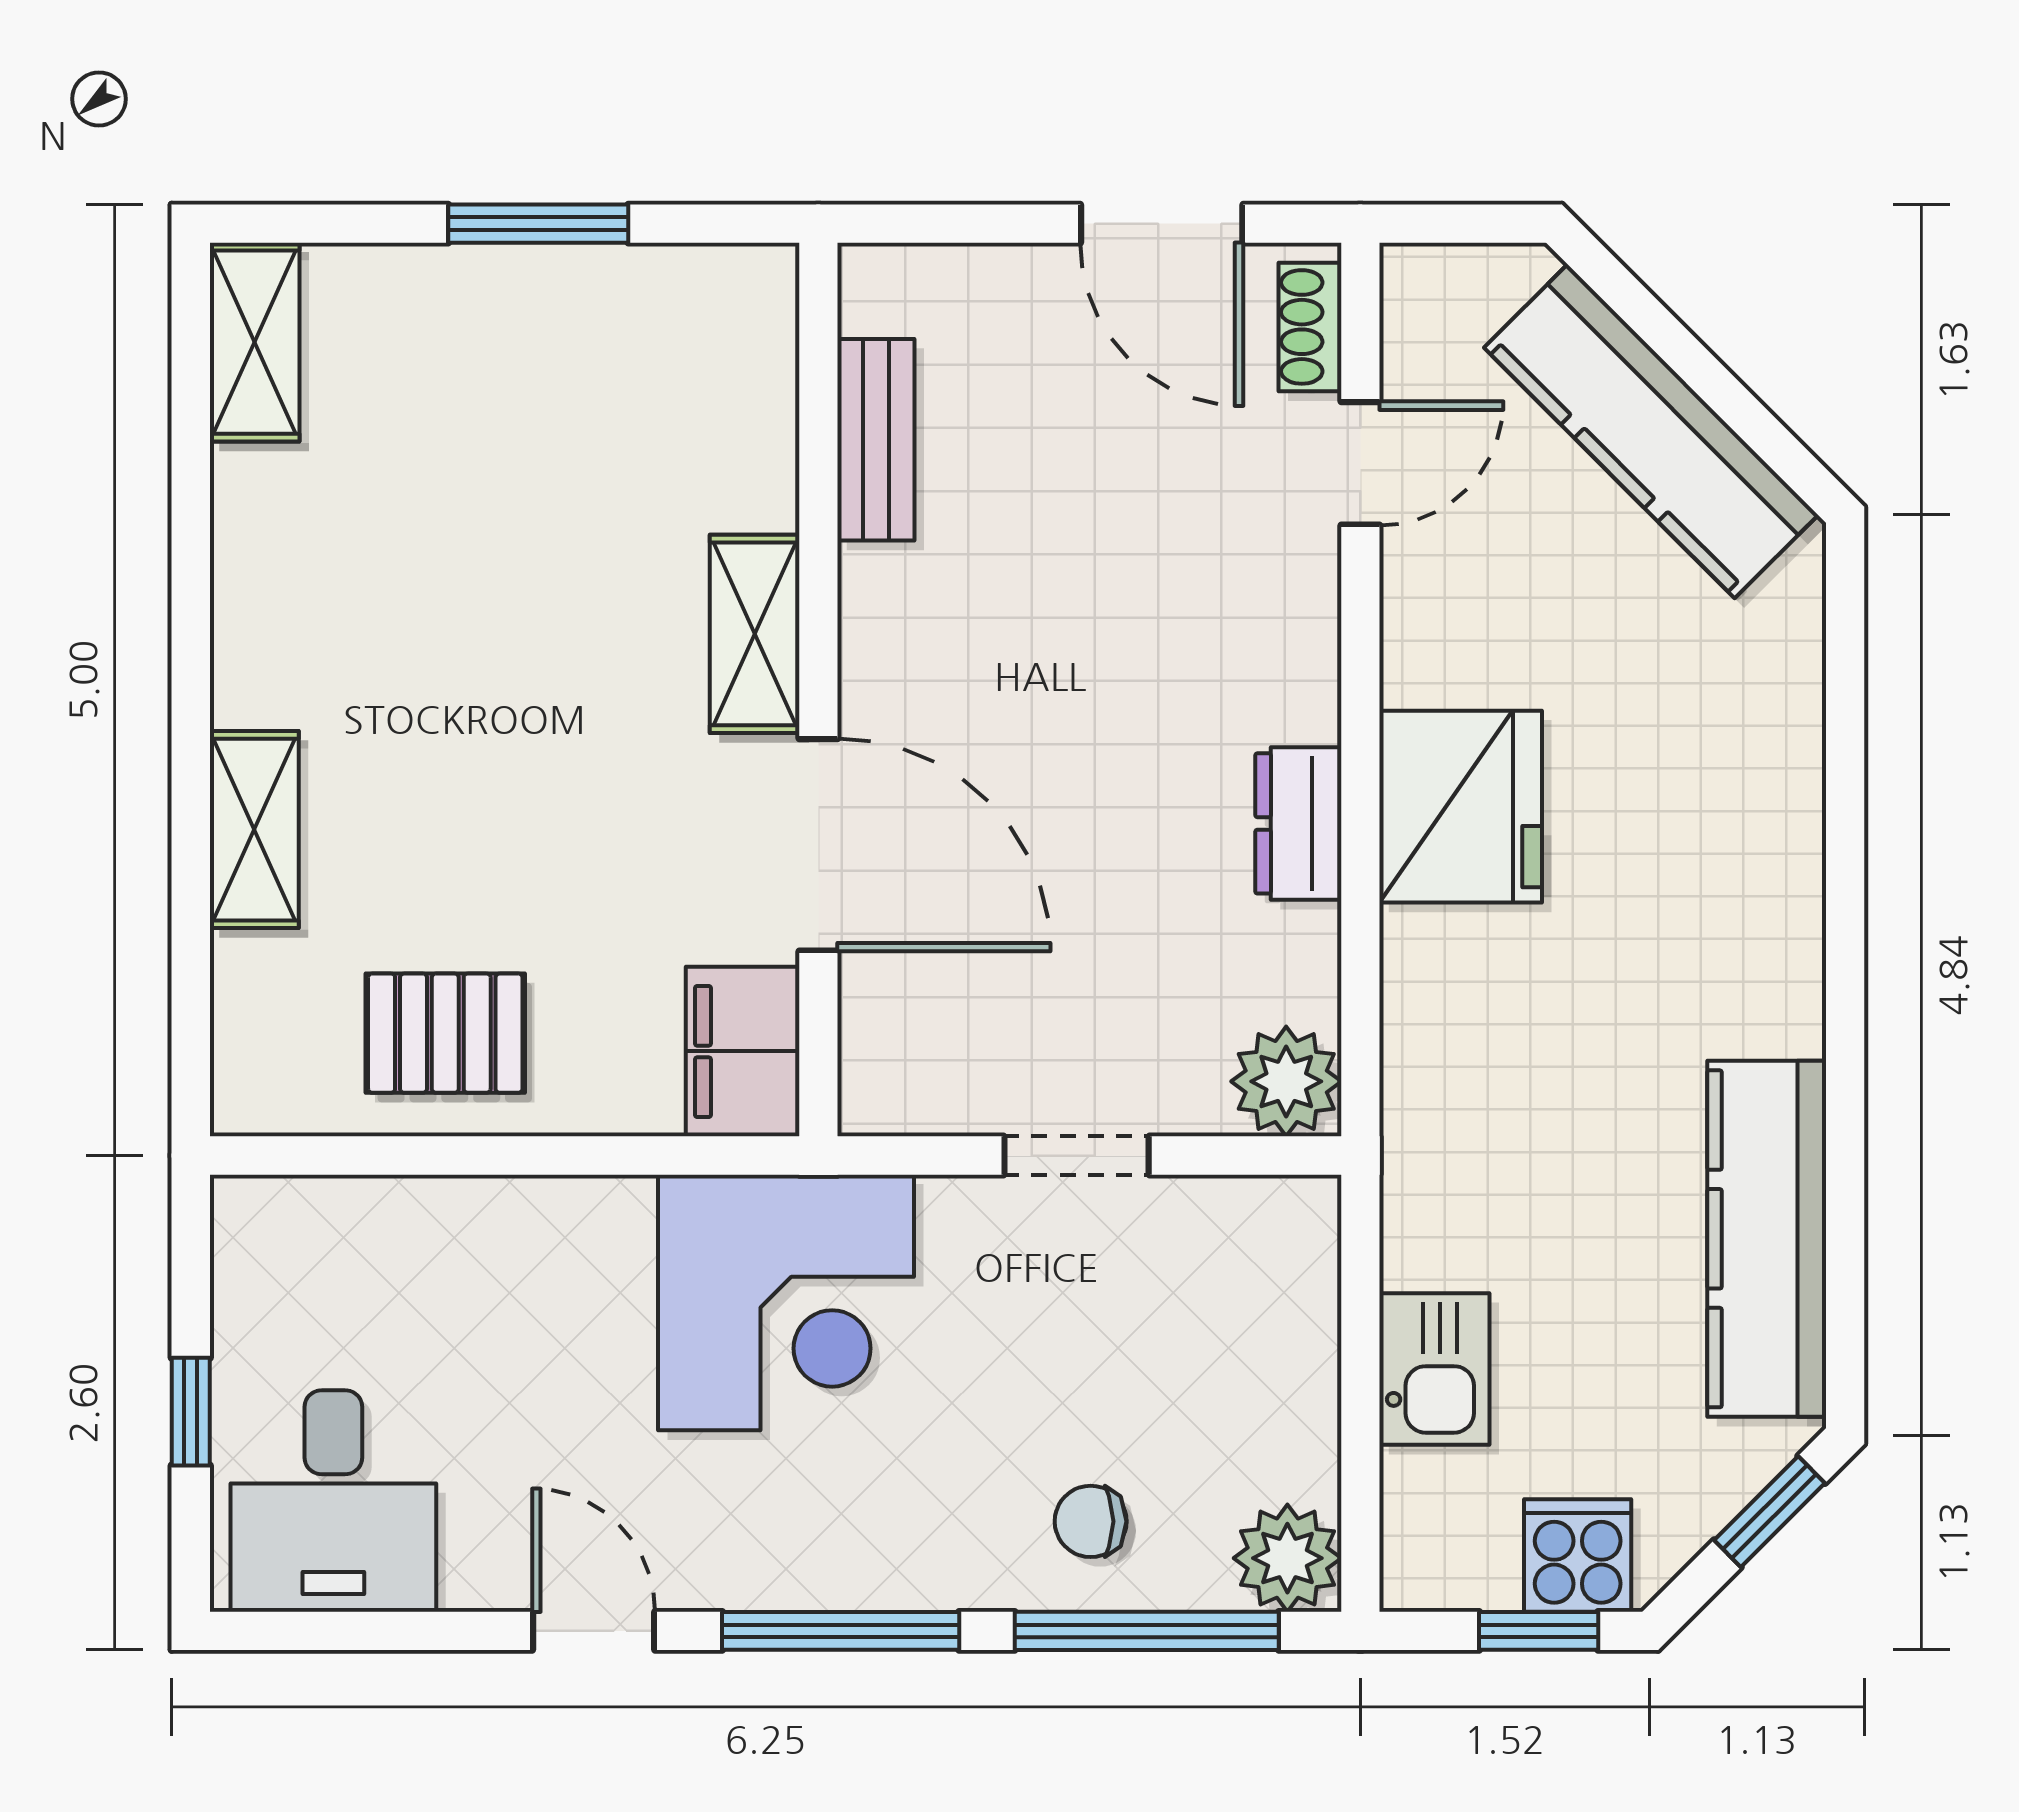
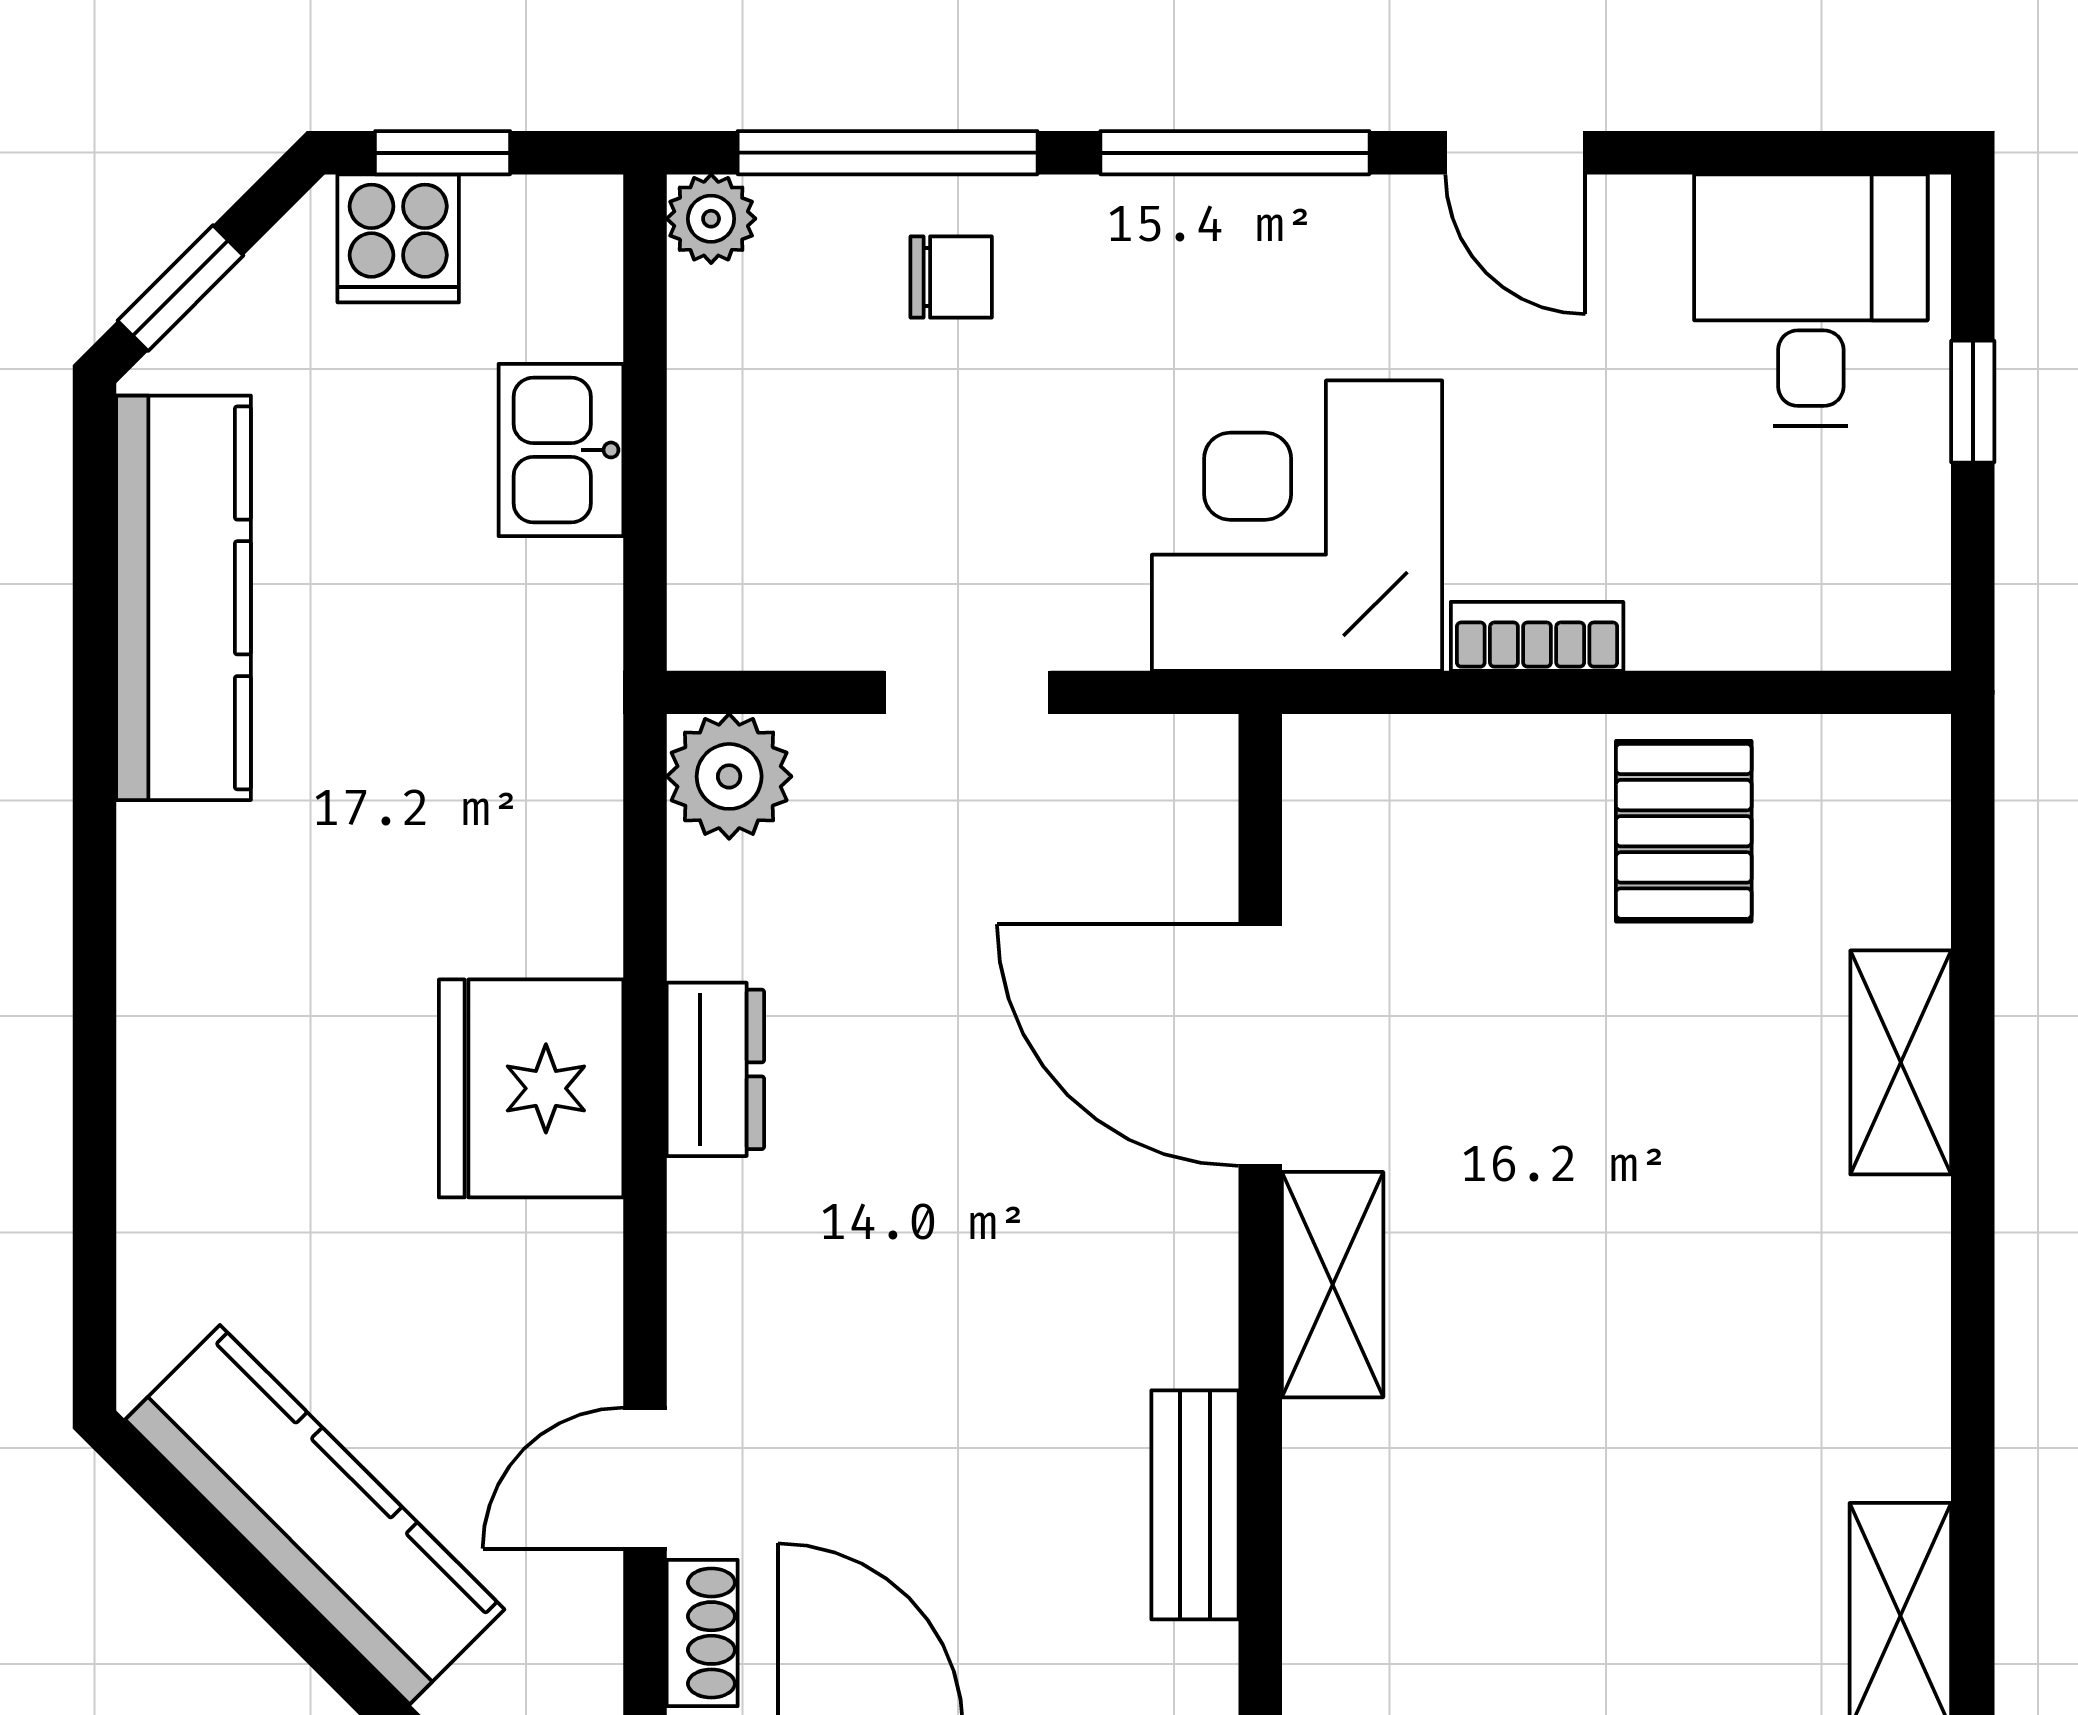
pallet: (445, 1033) -> (1684, 831), turned 90
filing cabinet: (743, 1051) -> (1346, 810), removed
bookcase: (575, 1205) -> (1537, 636), added
plant: (1287, 1558) -> (711, 219), width x0.73, depth x0.73

